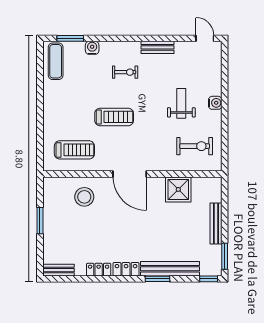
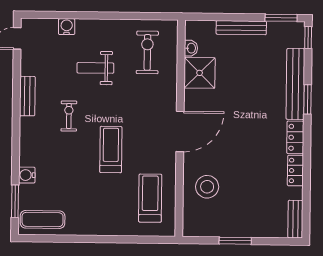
exercise bike: (125, 72) -> (69, 116), moved
water cooler: (215, 103) -> (67, 27), moved
washbasin: (199, 182) -> (191, 48), added

